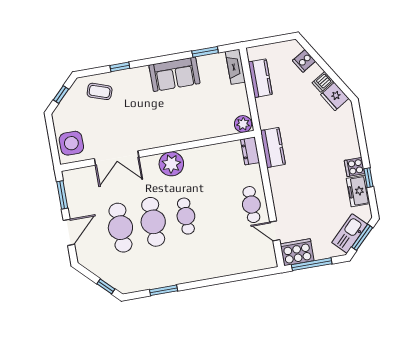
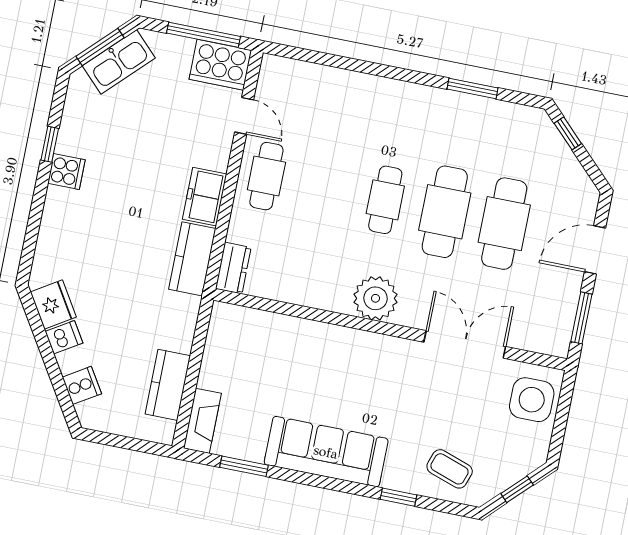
sofa: (174, 74) -> (326, 452), width x1.36
plant: (243, 124) -> (227, 319), removed
freezer: (358, 191) -> (205, 197), moved, turned 180

